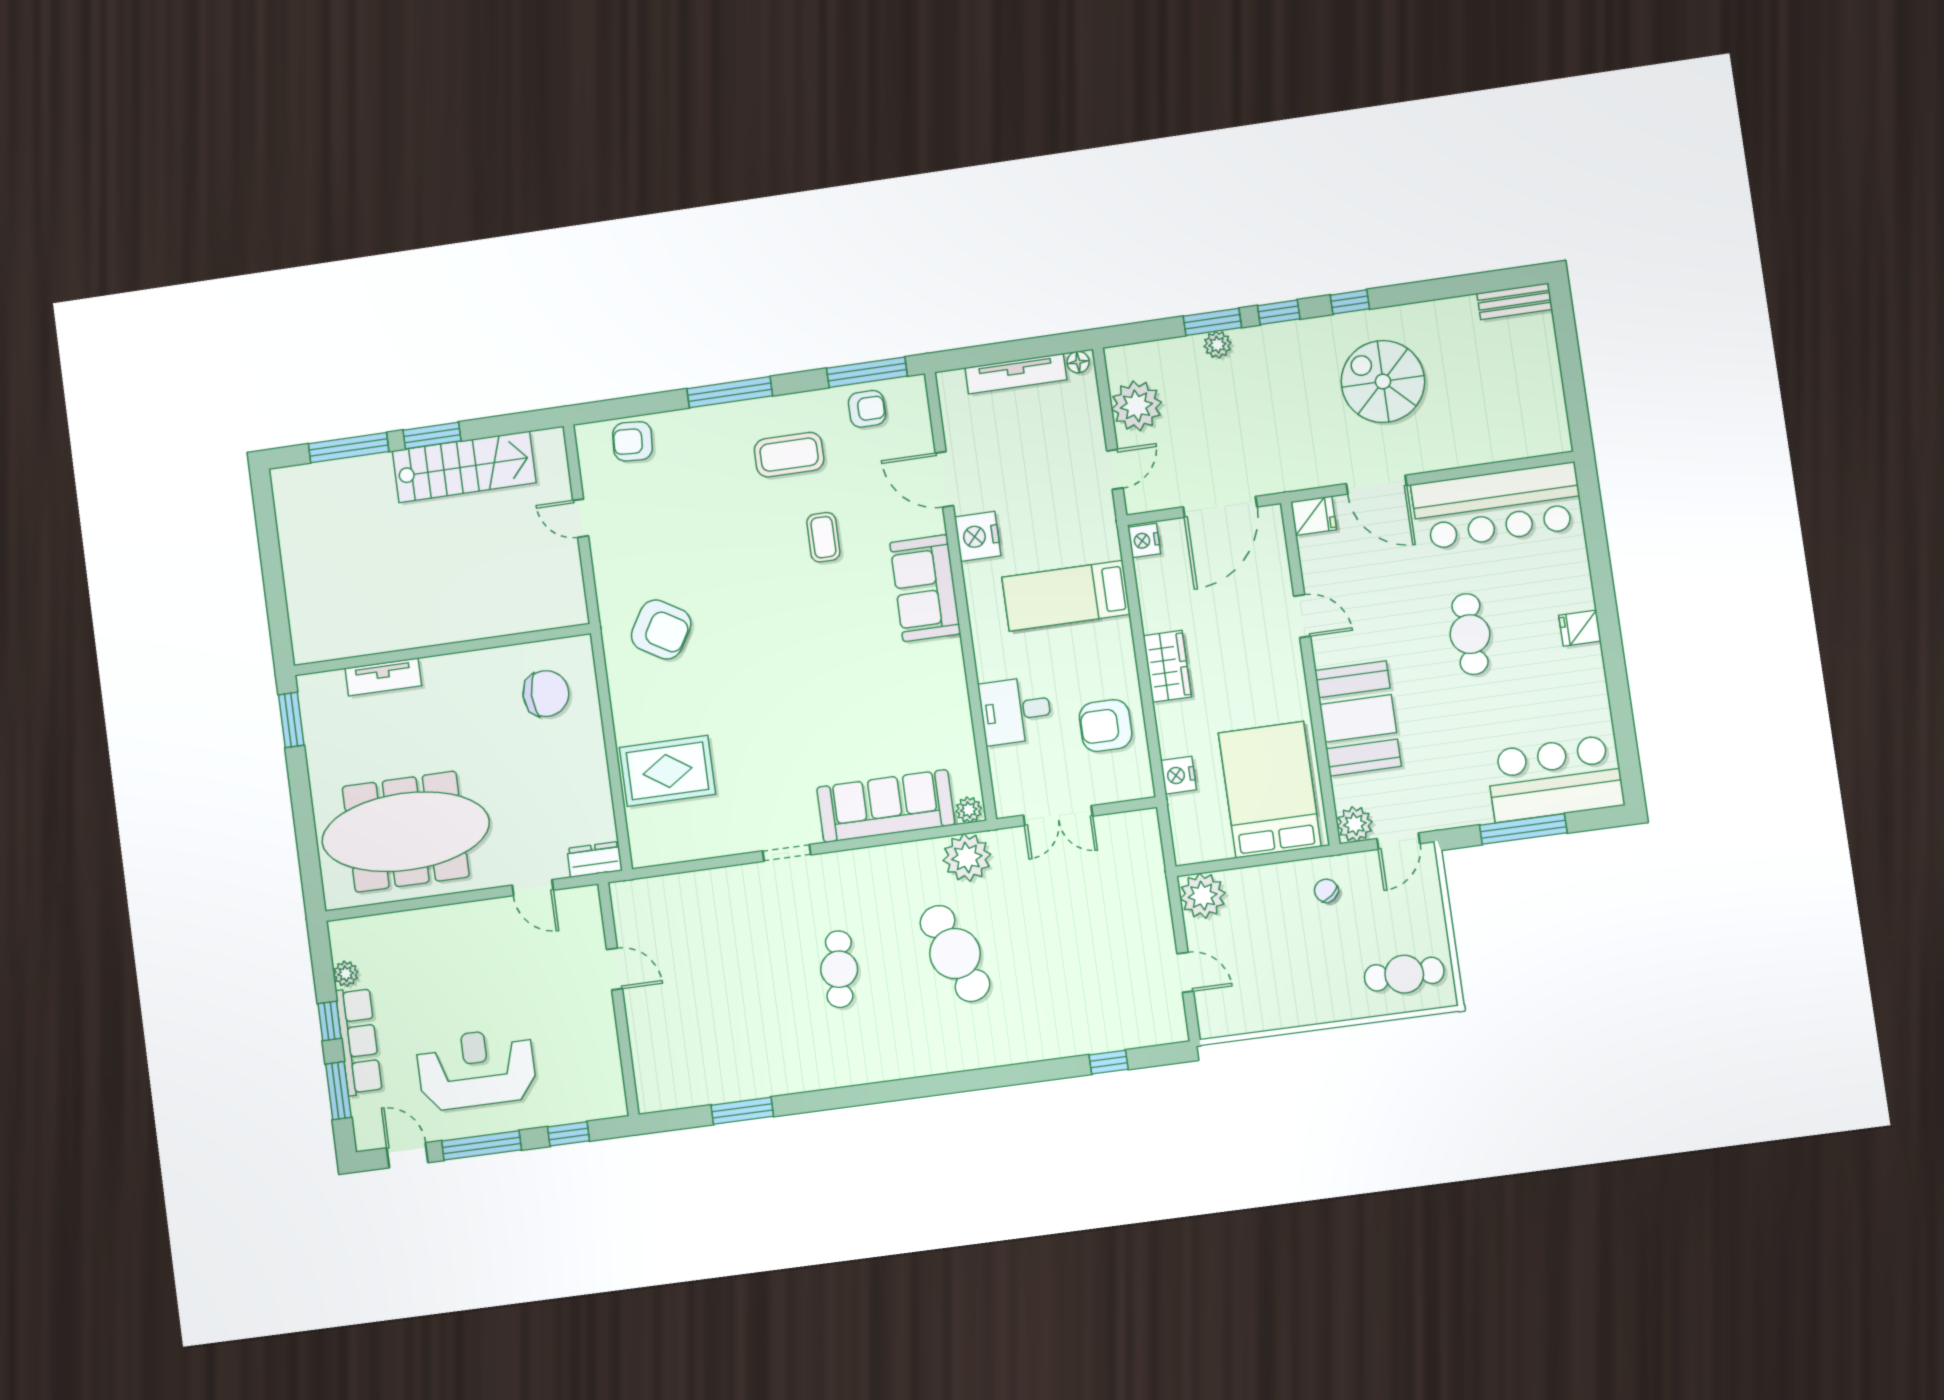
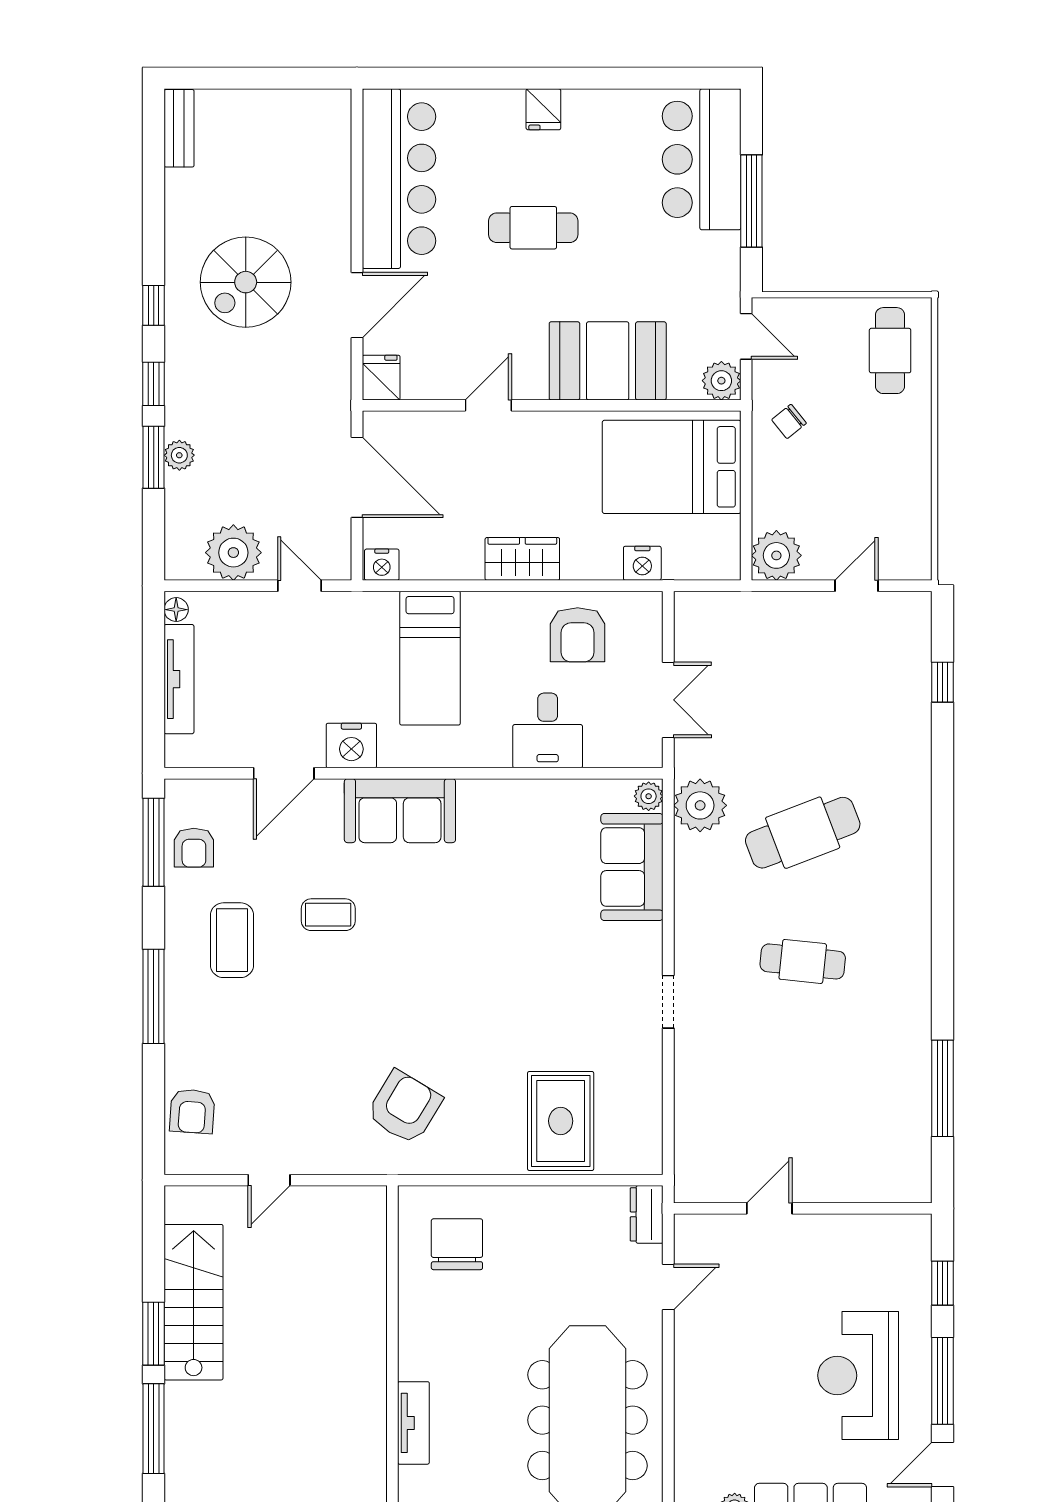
armchair: (867, 409) -> (194, 848), turned 180
sofa: (886, 806) -> (632, 867), width x0.73
window: (742, 1111) -> (942, 1088), width x1.44

